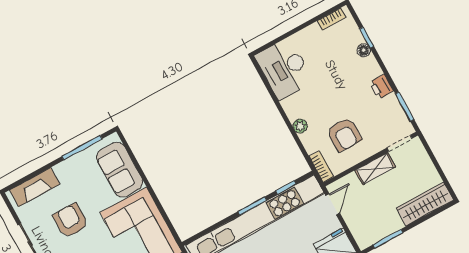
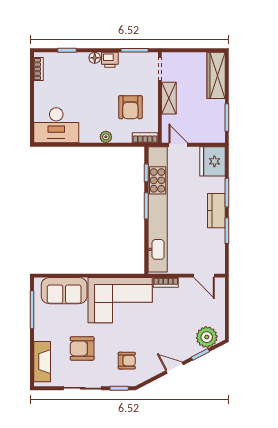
floor lamp: (364, 50) -> (95, 58), moved
armchair: (344, 134) -> (130, 107), turned 90

